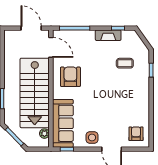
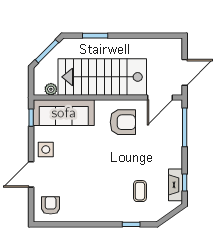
fireplace: (108, 35) -> (176, 185), moved
armchair: (136, 134) -> (51, 205), turned -90

